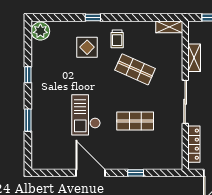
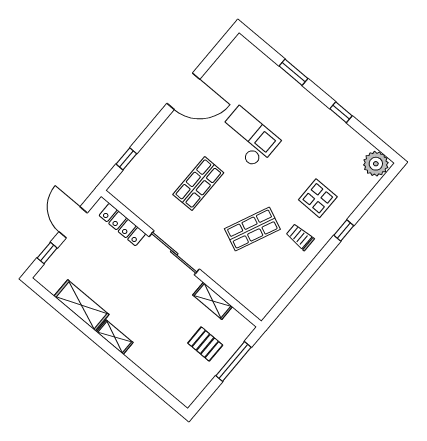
shelving: (169, 27) -> (267, 302), removed
window: (136, 173) -> (126, 159), moved

